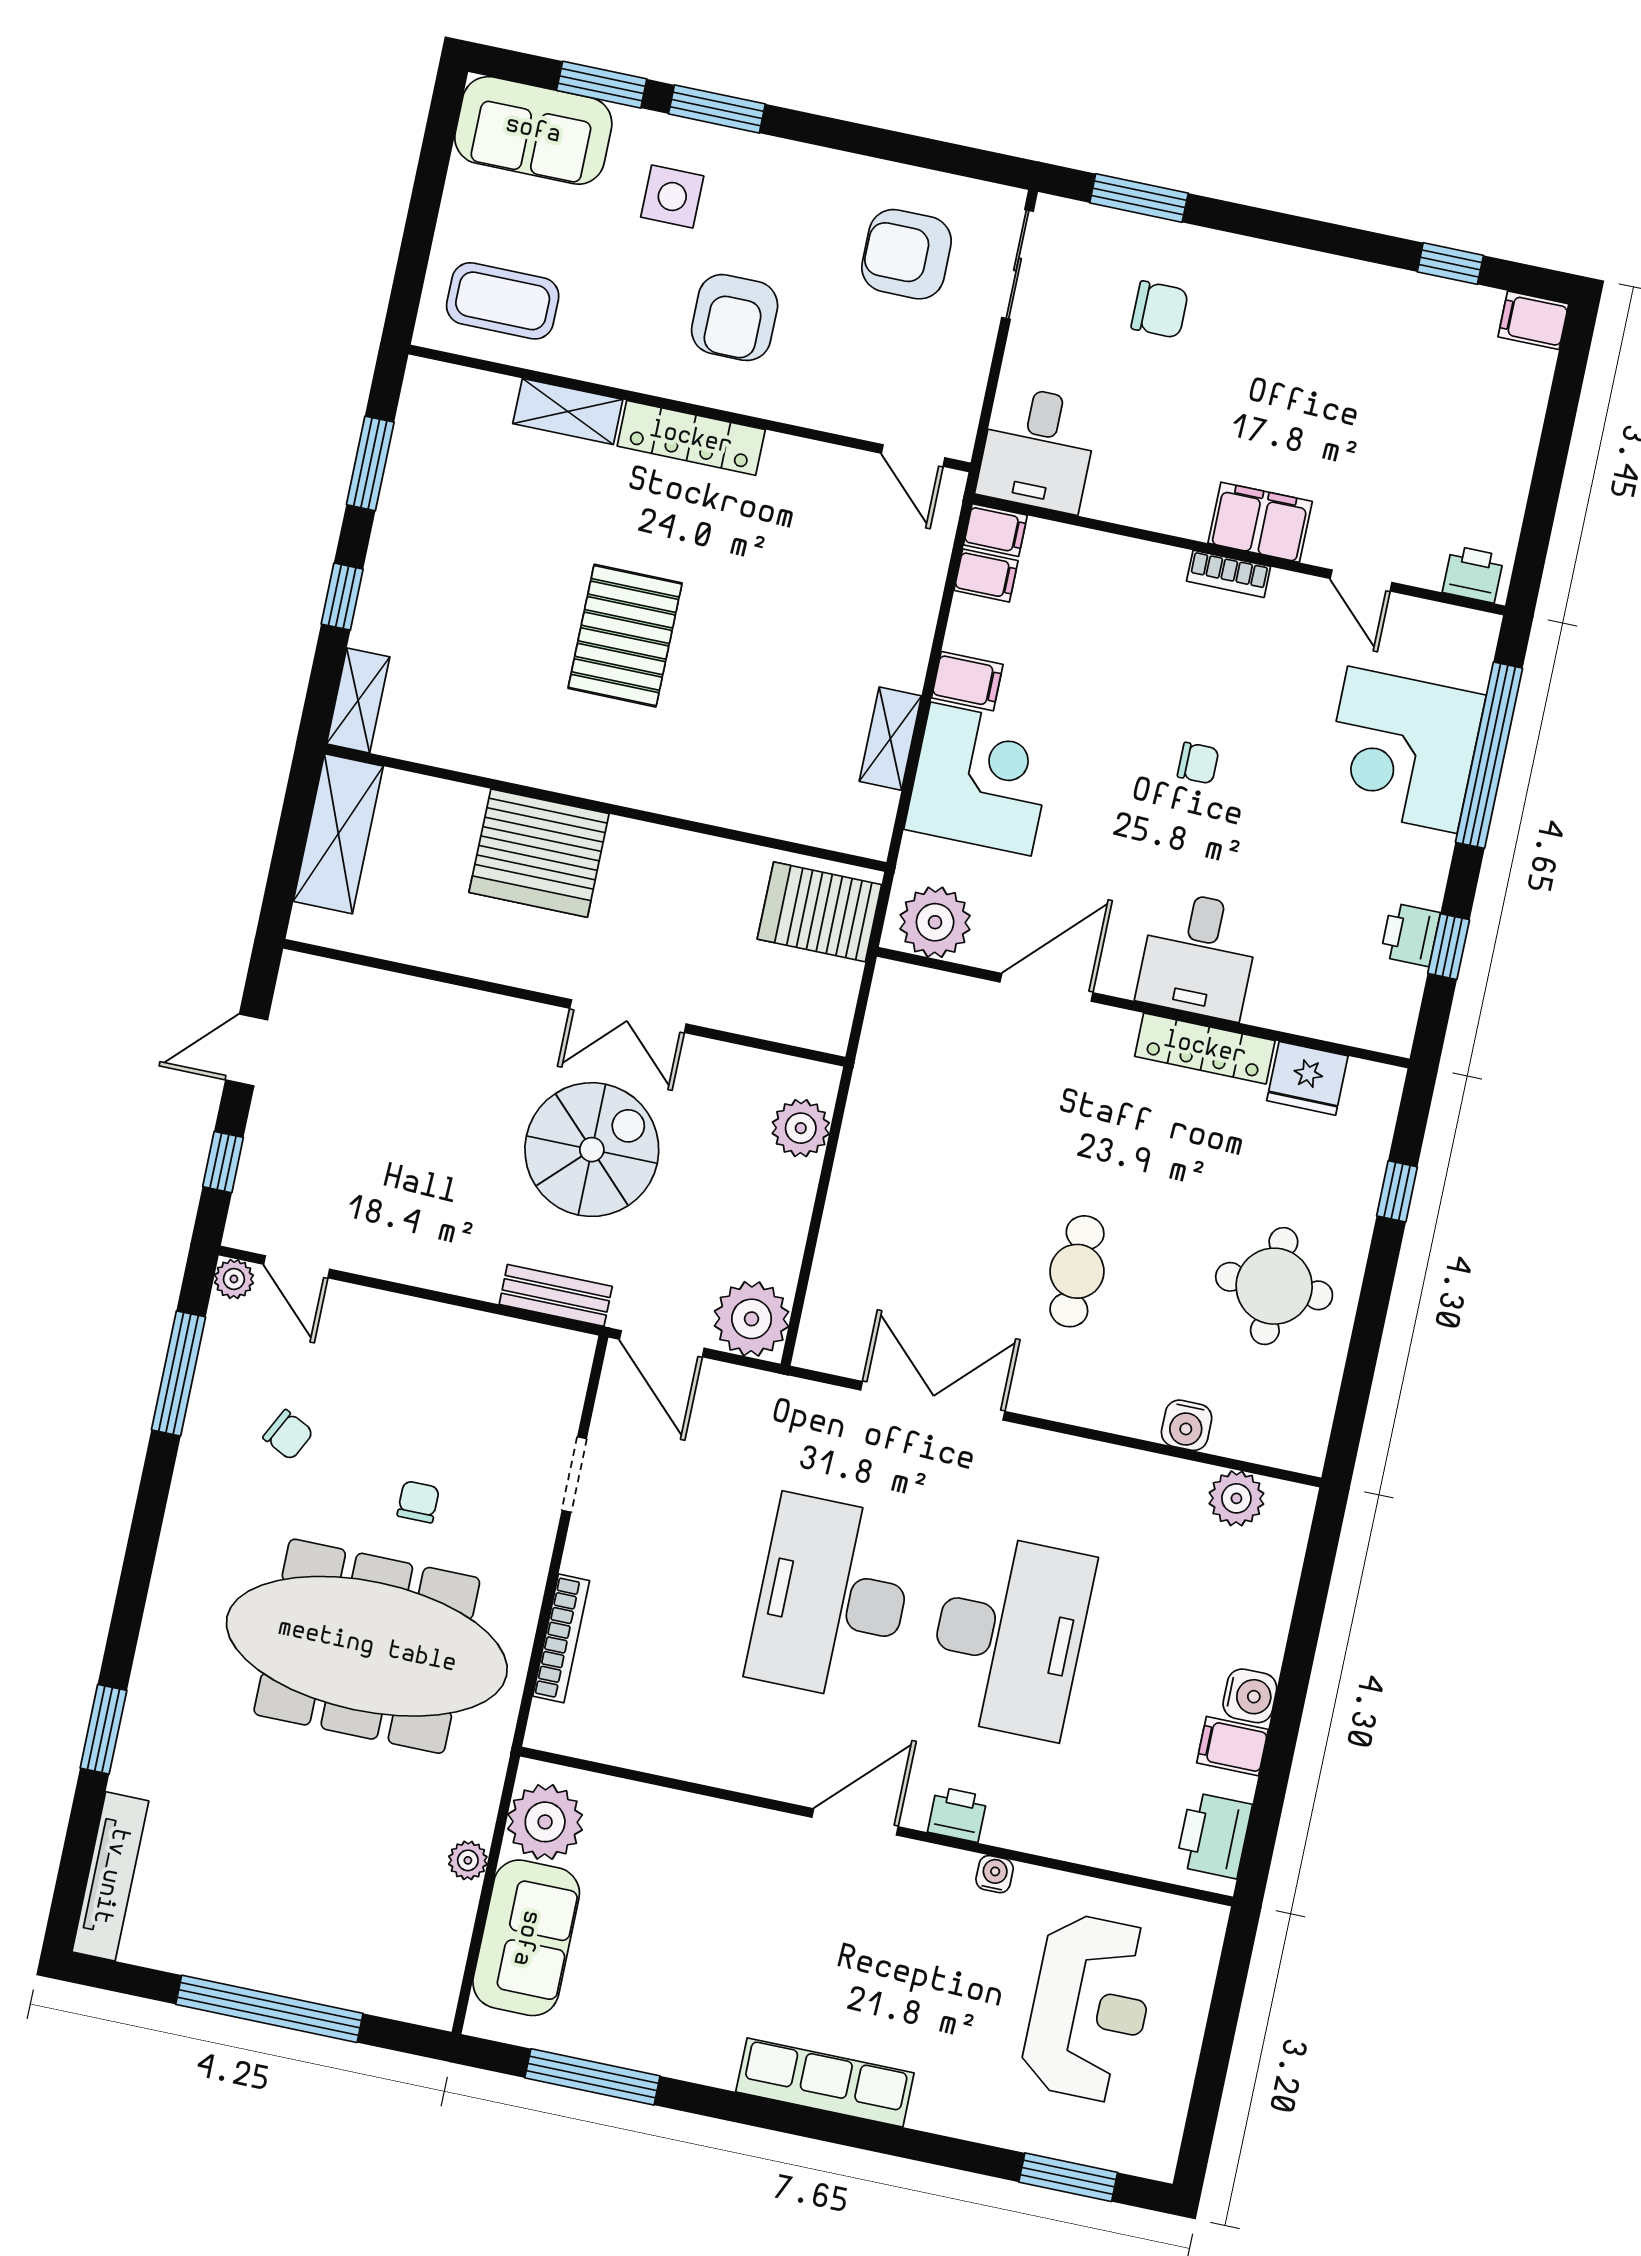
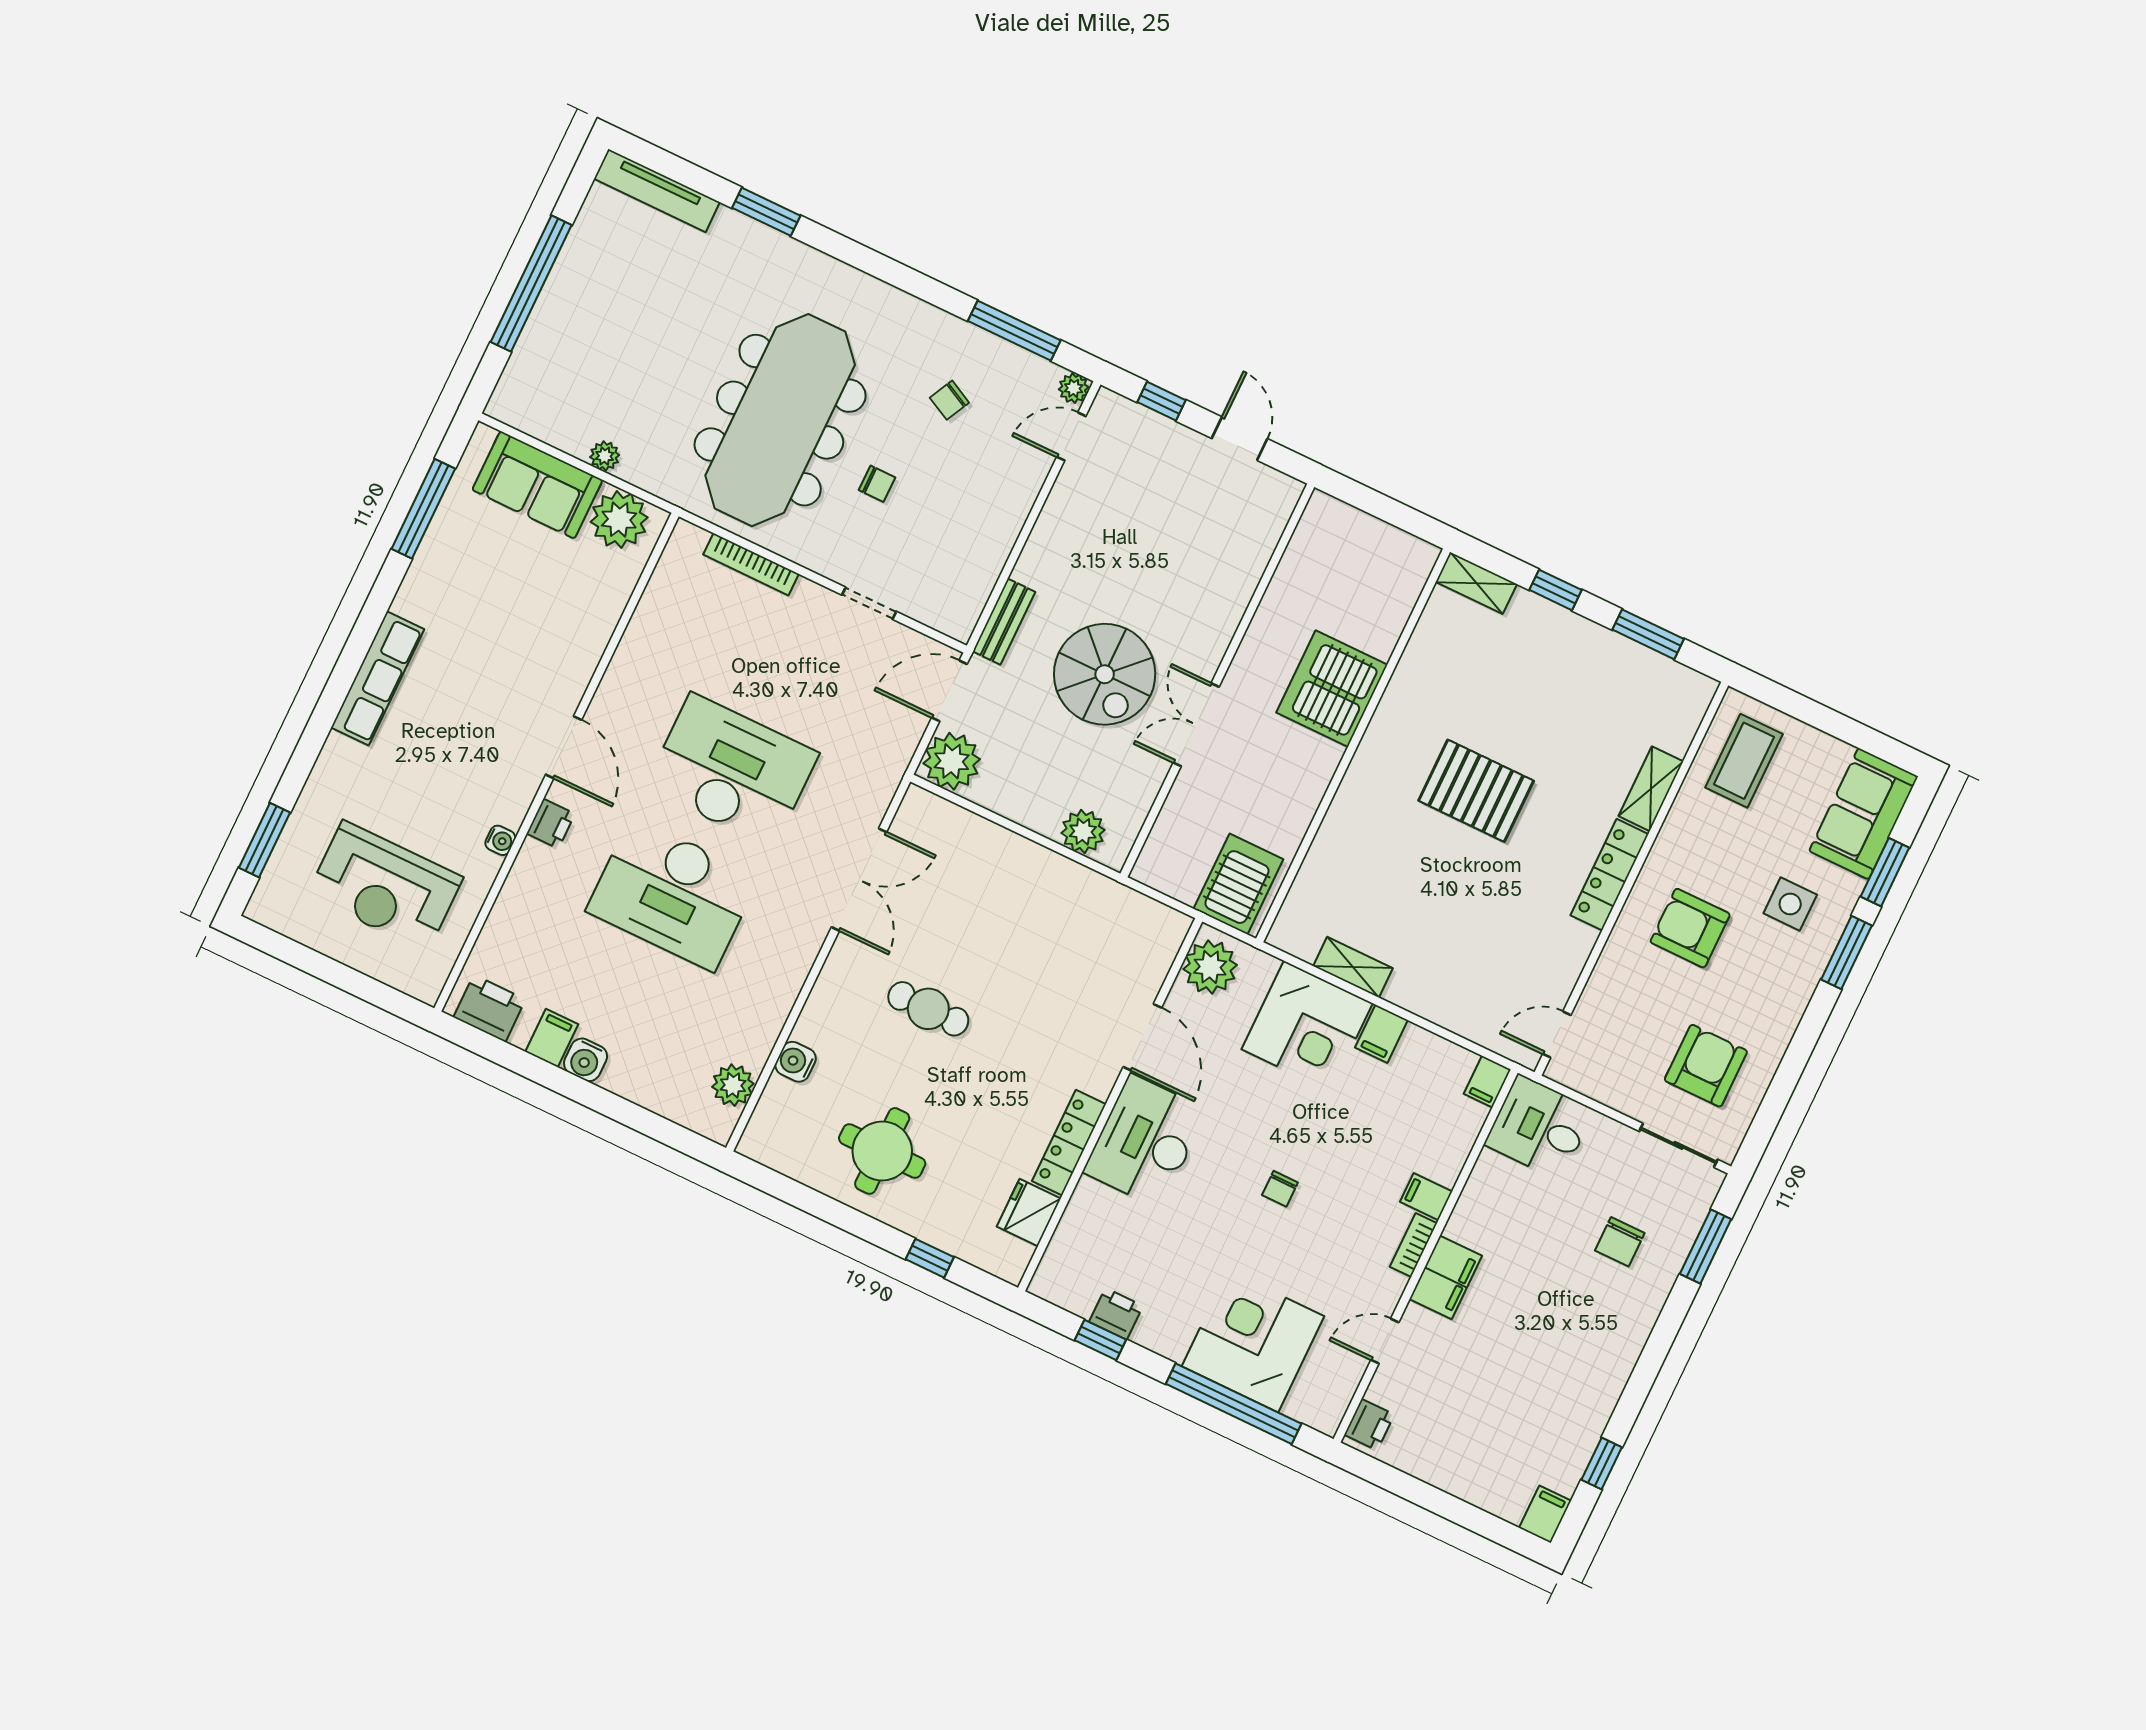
filing cabinet: (986, 576) -> (1426, 1197), moved, turned 90
shelving: (338, 834) -> (1382, 545), removed
desk: (1199, 955) -> (1145, 1141), width x1.37

